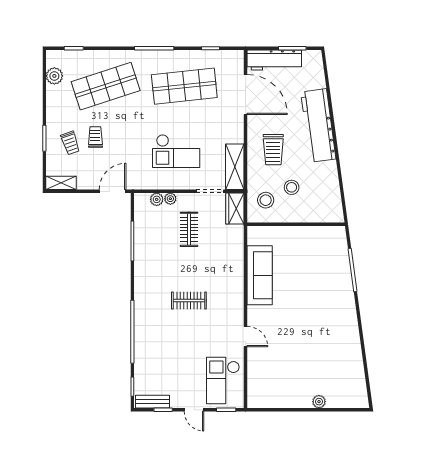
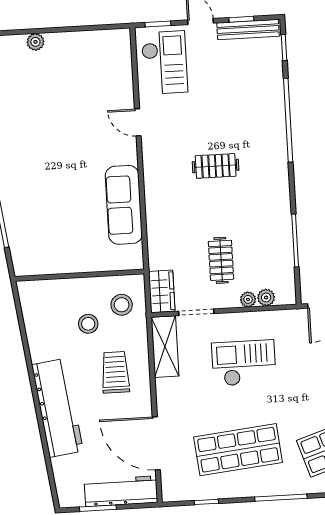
bench: (152, 402) -> (248, 30), width x1.36

